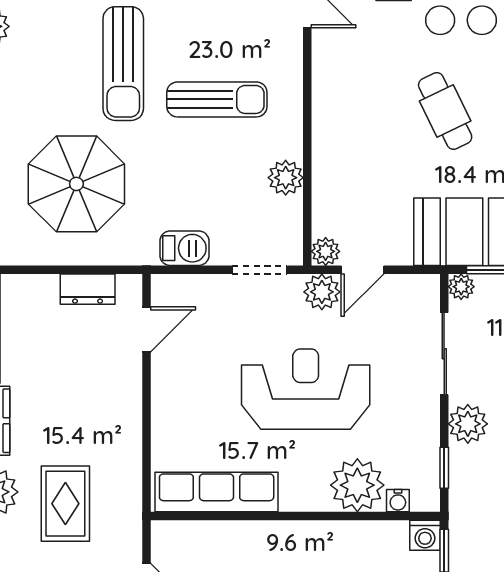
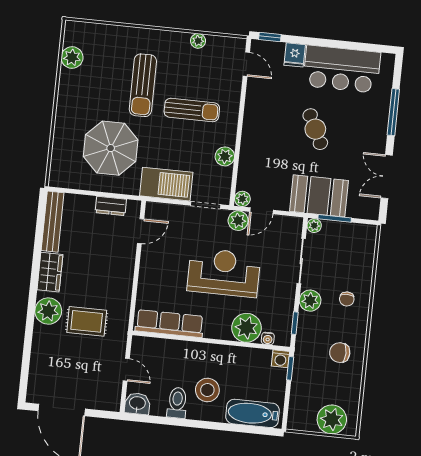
barbecue: (184, 248) -> (166, 184), width x1.88, depth x1.53
rug: (65, 504) -> (87, 321), turned 90

